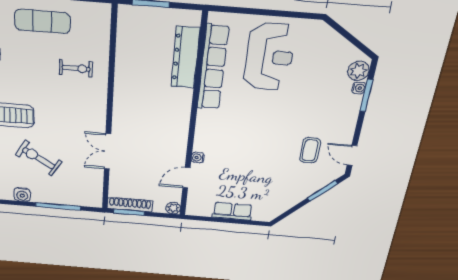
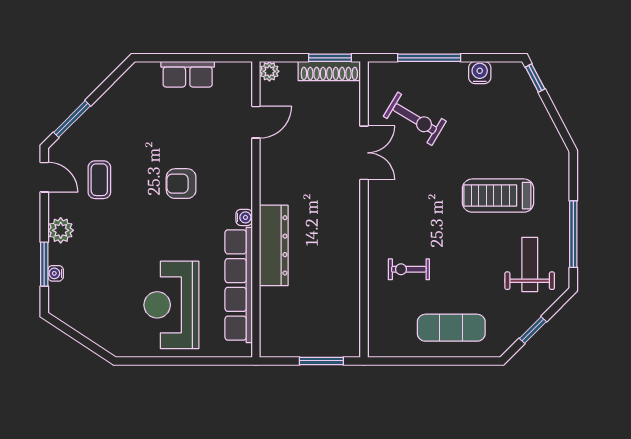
dresser: (185, 57) -> (274, 245), moved
plant: (358, 71) -> (61, 230), moved
armchair: (248, 143) -> (181, 184), added
exercise bike: (39, 158) -> (415, 119), moved
water cooler: (198, 158) -> (244, 217), moved

